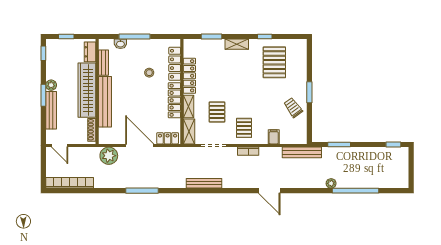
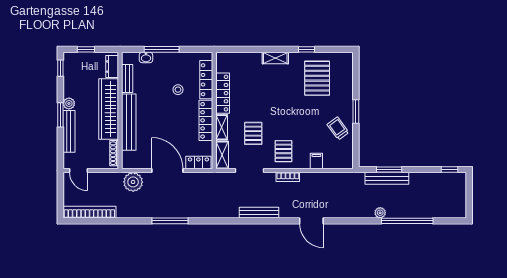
window: (212, 36) -> (247, 49), removed
bench: (302, 152) -> (387, 178), moved
bench: (204, 183) -> (259, 213), moved

